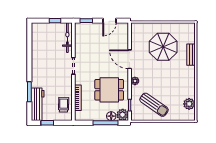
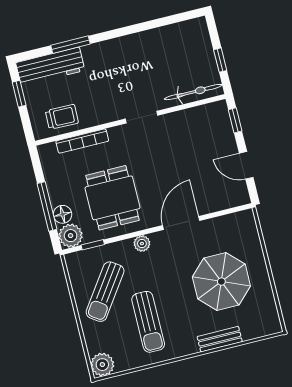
sun lounger: (174, 87) -> (148, 322), added
plant: (189, 104) -> (102, 365), moved

